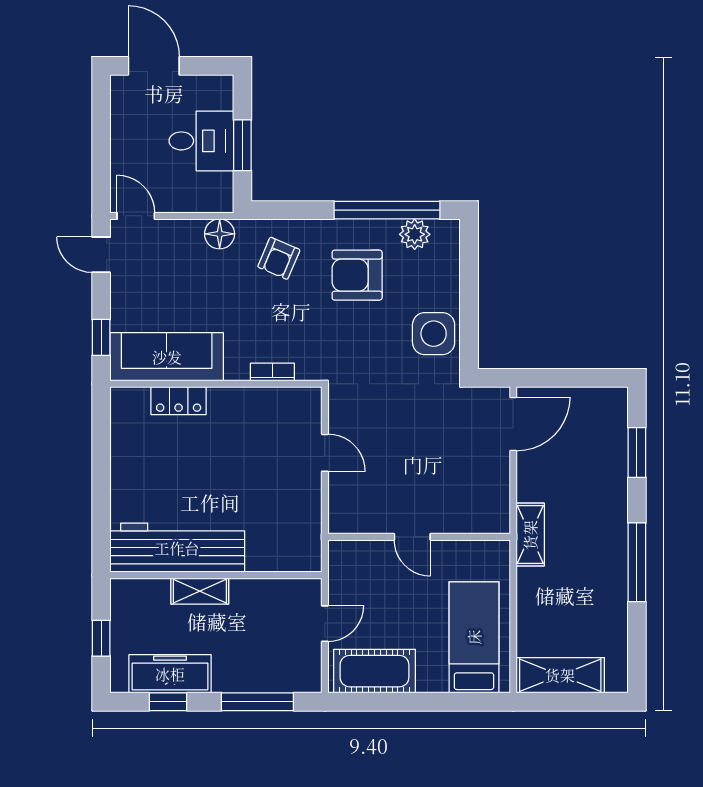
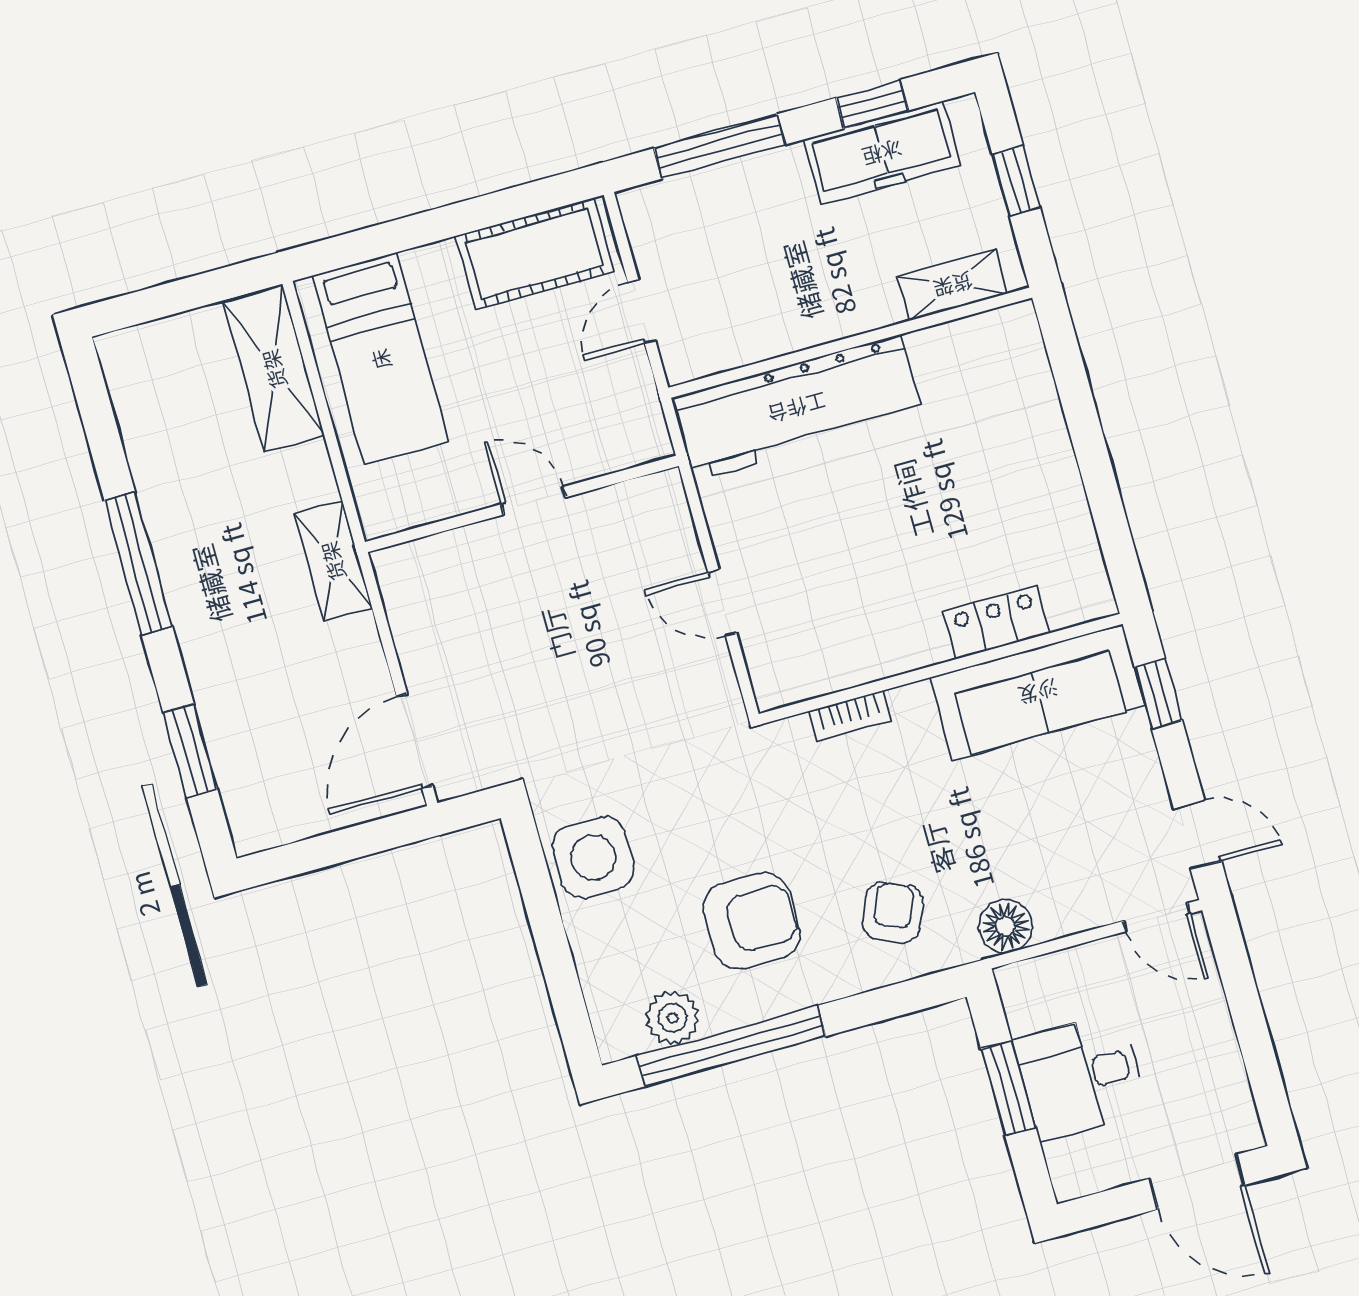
workbench: (177, 548) -> (797, 408), moved
shelving: (200, 591) -> (953, 285), moved
shelving: (560, 675) -> (274, 369), moved, turned 90

